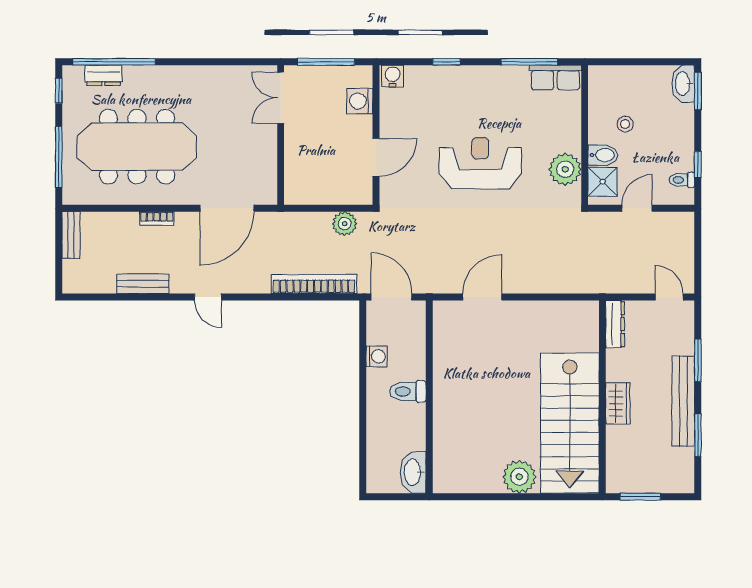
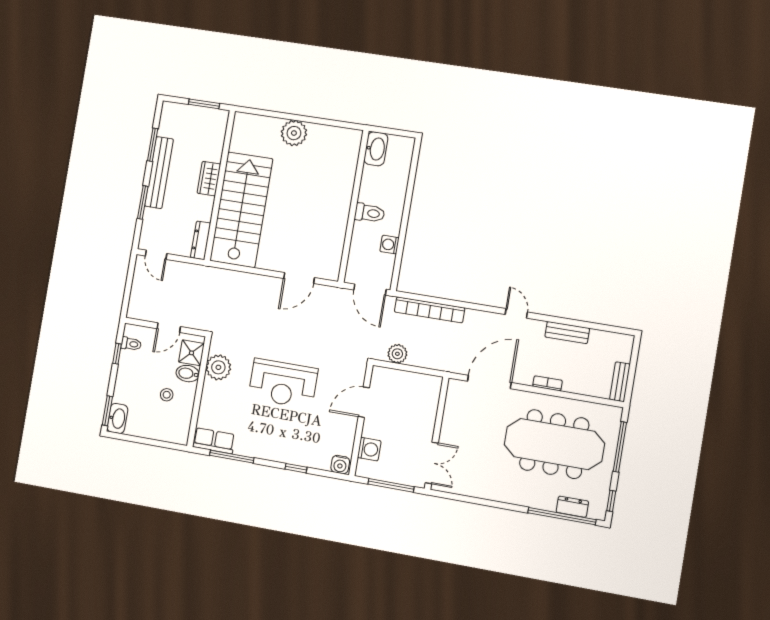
stairs: (570, 423) -> (241, 210), moved

